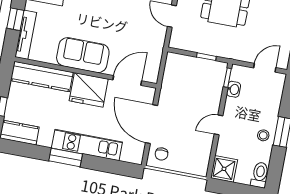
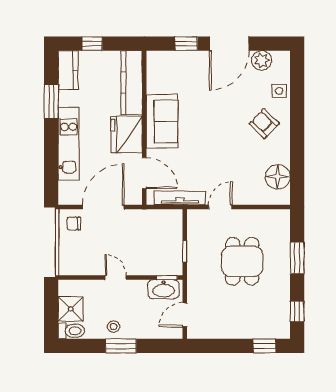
tv unit: (26, 35) -> (180, 198), moved, turned 180
door: (265, 68) -> (185, 315), swing flipped
washbasin: (234, 89) -> (163, 289), width x1.91, depth x1.45
window: (66, 157) -> (51, 101), moved
shower: (224, 169) -> (71, 309), moved

